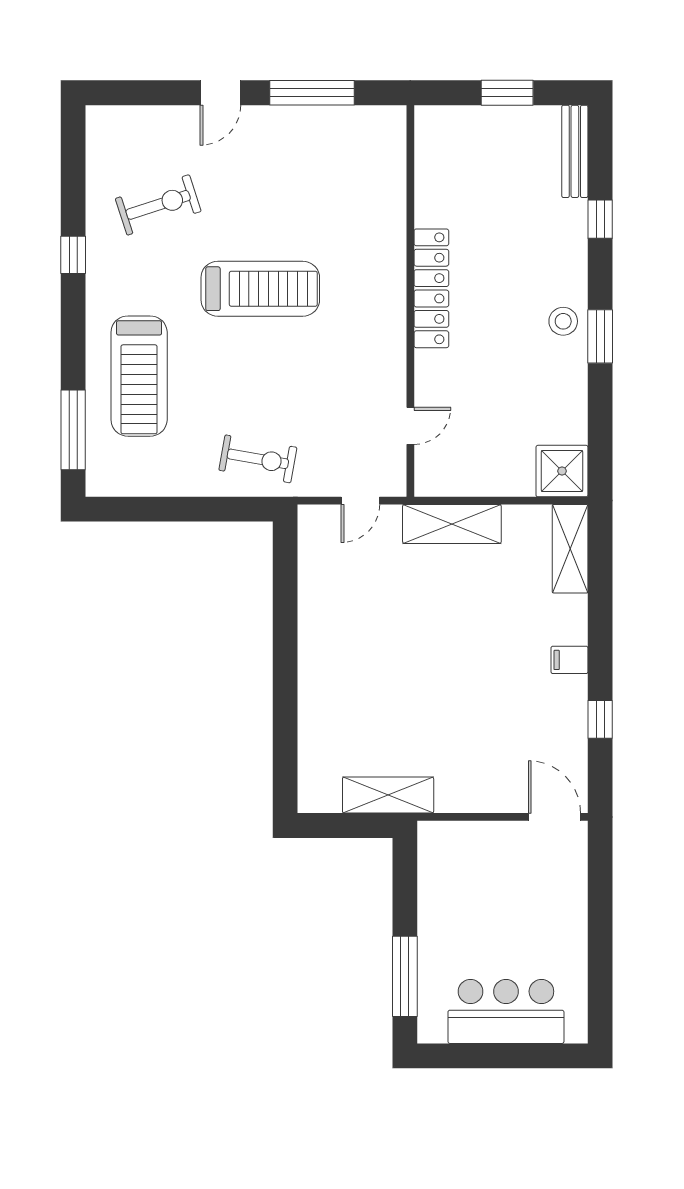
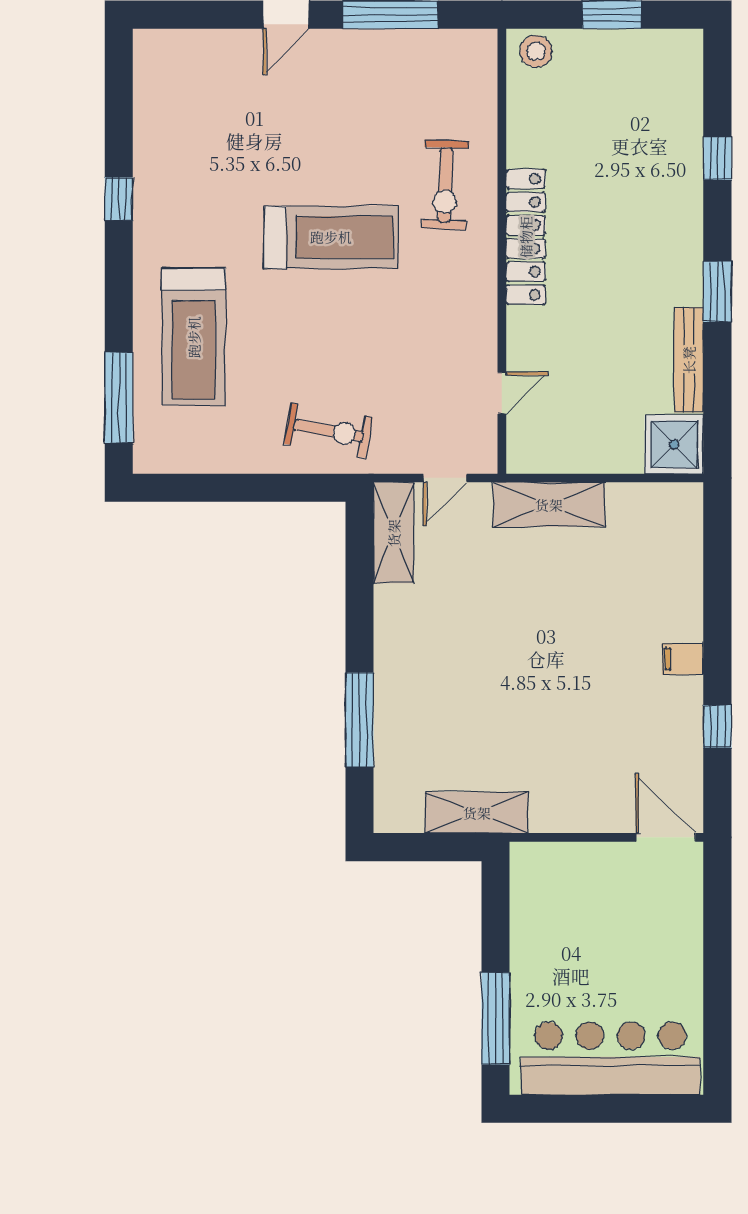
bench: (575, 151) -> (689, 360), moved
exercise bike: (158, 205) -> (445, 185), moved, turned 110
stool: (563, 321) -> (536, 51), moved
shelving: (570, 549) -> (394, 533), moved
window: (285, 713) -> (359, 720), added
bar counter: (506, 1011) -> (610, 1058), width x1.36

